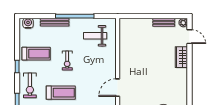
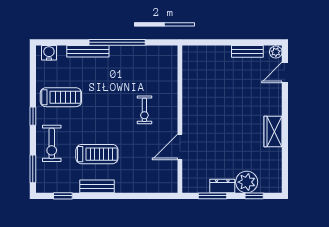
weight bench: (95, 36) -> (147, 71), removed
door: (190, 37) -> (285, 72), swing flipped
wardrobe: (181, 57) -> (273, 131), moved
exercise bike: (67, 60) -> (144, 110), moved

